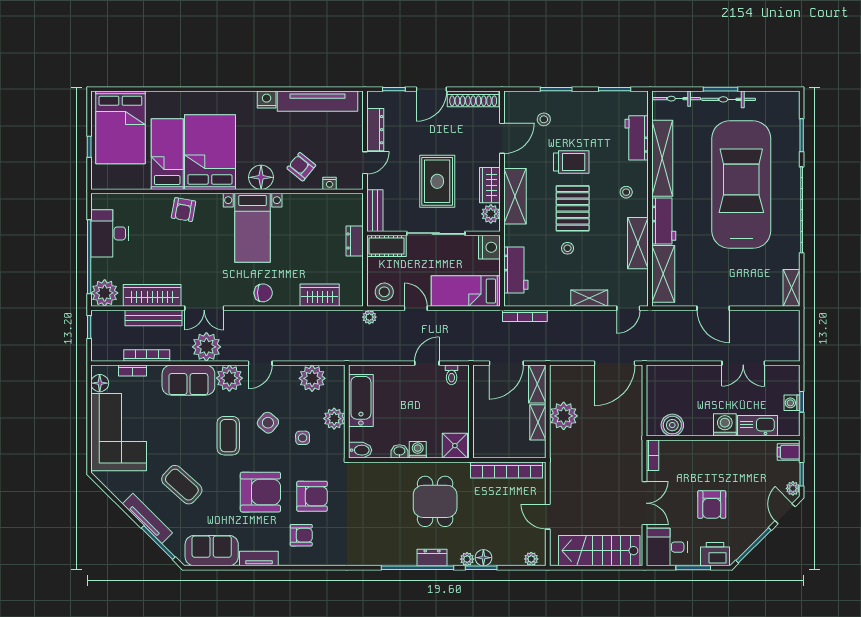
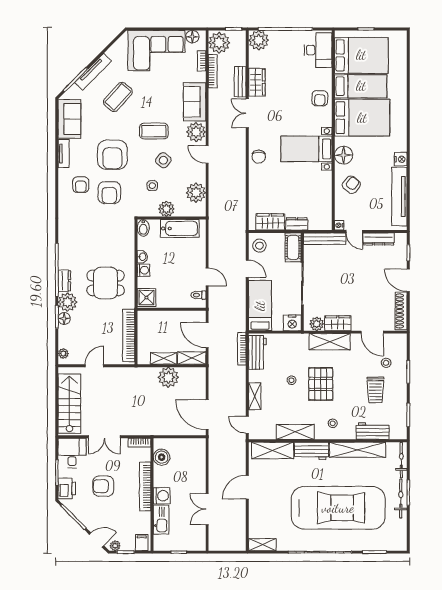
bed: (120, 127) -> (361, 55), moved, turned 180
trolley: (571, 162) -> (375, 390), moved
rug: (437, 181) -> (341, 285), removed
nightstand: (330, 183) -> (339, 225), moved
pallet: (573, 208) -> (321, 384), turned 90
armchair: (184, 210) -> (320, 98), turned -97
bench: (375, 211) -> (325, 239), width x1.36
desk: (110, 233) -> (318, 50), moved, turned 90
workbench: (516, 270) -> (257, 352), moved, turned -90
wardrobe: (152, 295) -> (257, 82), width x0.67
wardrobe: (320, 295) -> (270, 222), moved, turned -90
door: (416, 308) -> (247, 269), hinge flipped
plant: (369, 317) -> (241, 235), removed
bench: (154, 318) -> (240, 82), width x0.73
plant: (206, 347) -> (219, 43), moved
washing machine: (792, 403) -> (178, 545), removed
bookcase: (712, 447) -> (145, 487), added
plant: (467, 559) -> (68, 302), width x1.88, depth x1.88

